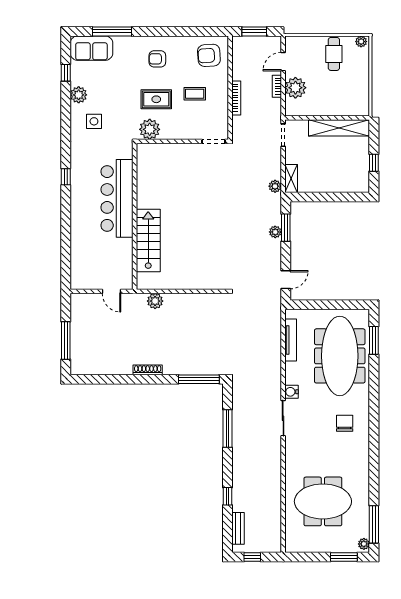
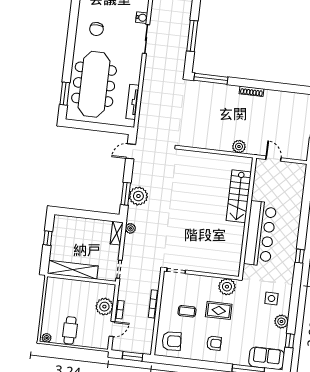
plant: (275, 232) -> (138, 196), width x1.88, depth x1.88
water cooler: (291, 392) -> (142, 18), moved

